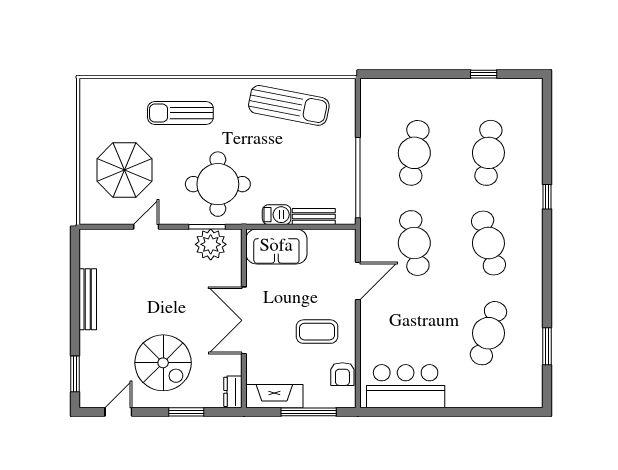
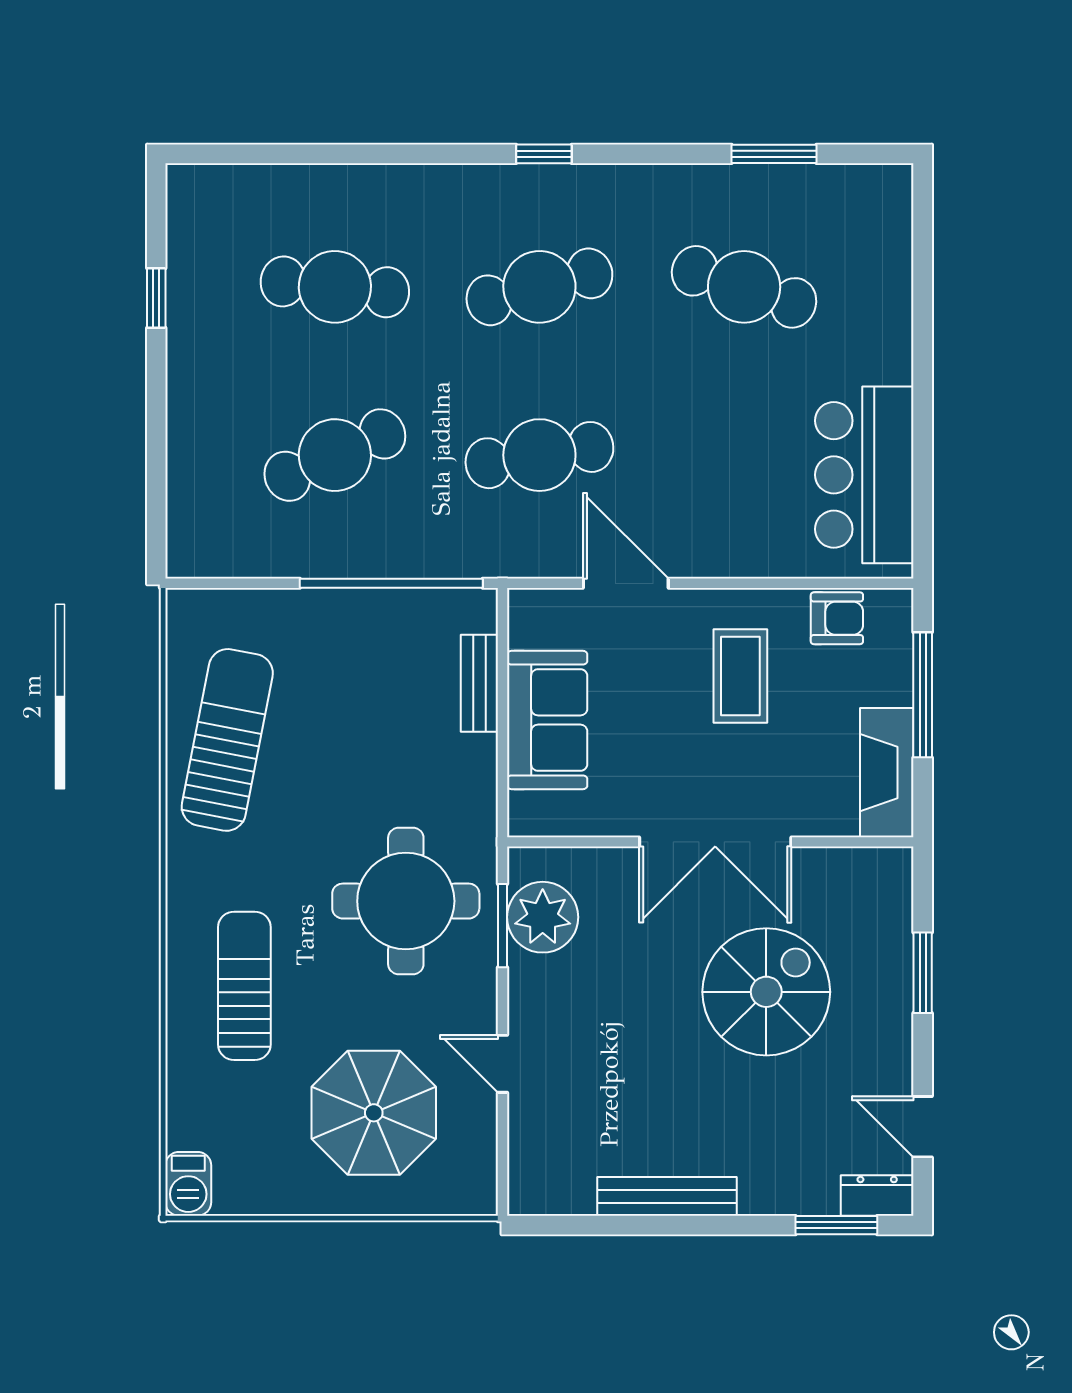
sun lounger: (180, 113) -> (244, 986), turned 180
cafe table: (414, 153) -> (335, 455), turned -33
window: (547, 197) -> (544, 154), moved
barbecue: (277, 215) -> (188, 1184), moved, turned 180
sofa: (276, 246) -> (547, 720), moved
spiral stairs: (163, 363) -> (766, 992), moved
dresser: (233, 392) -> (877, 1195), moved, turned 180

